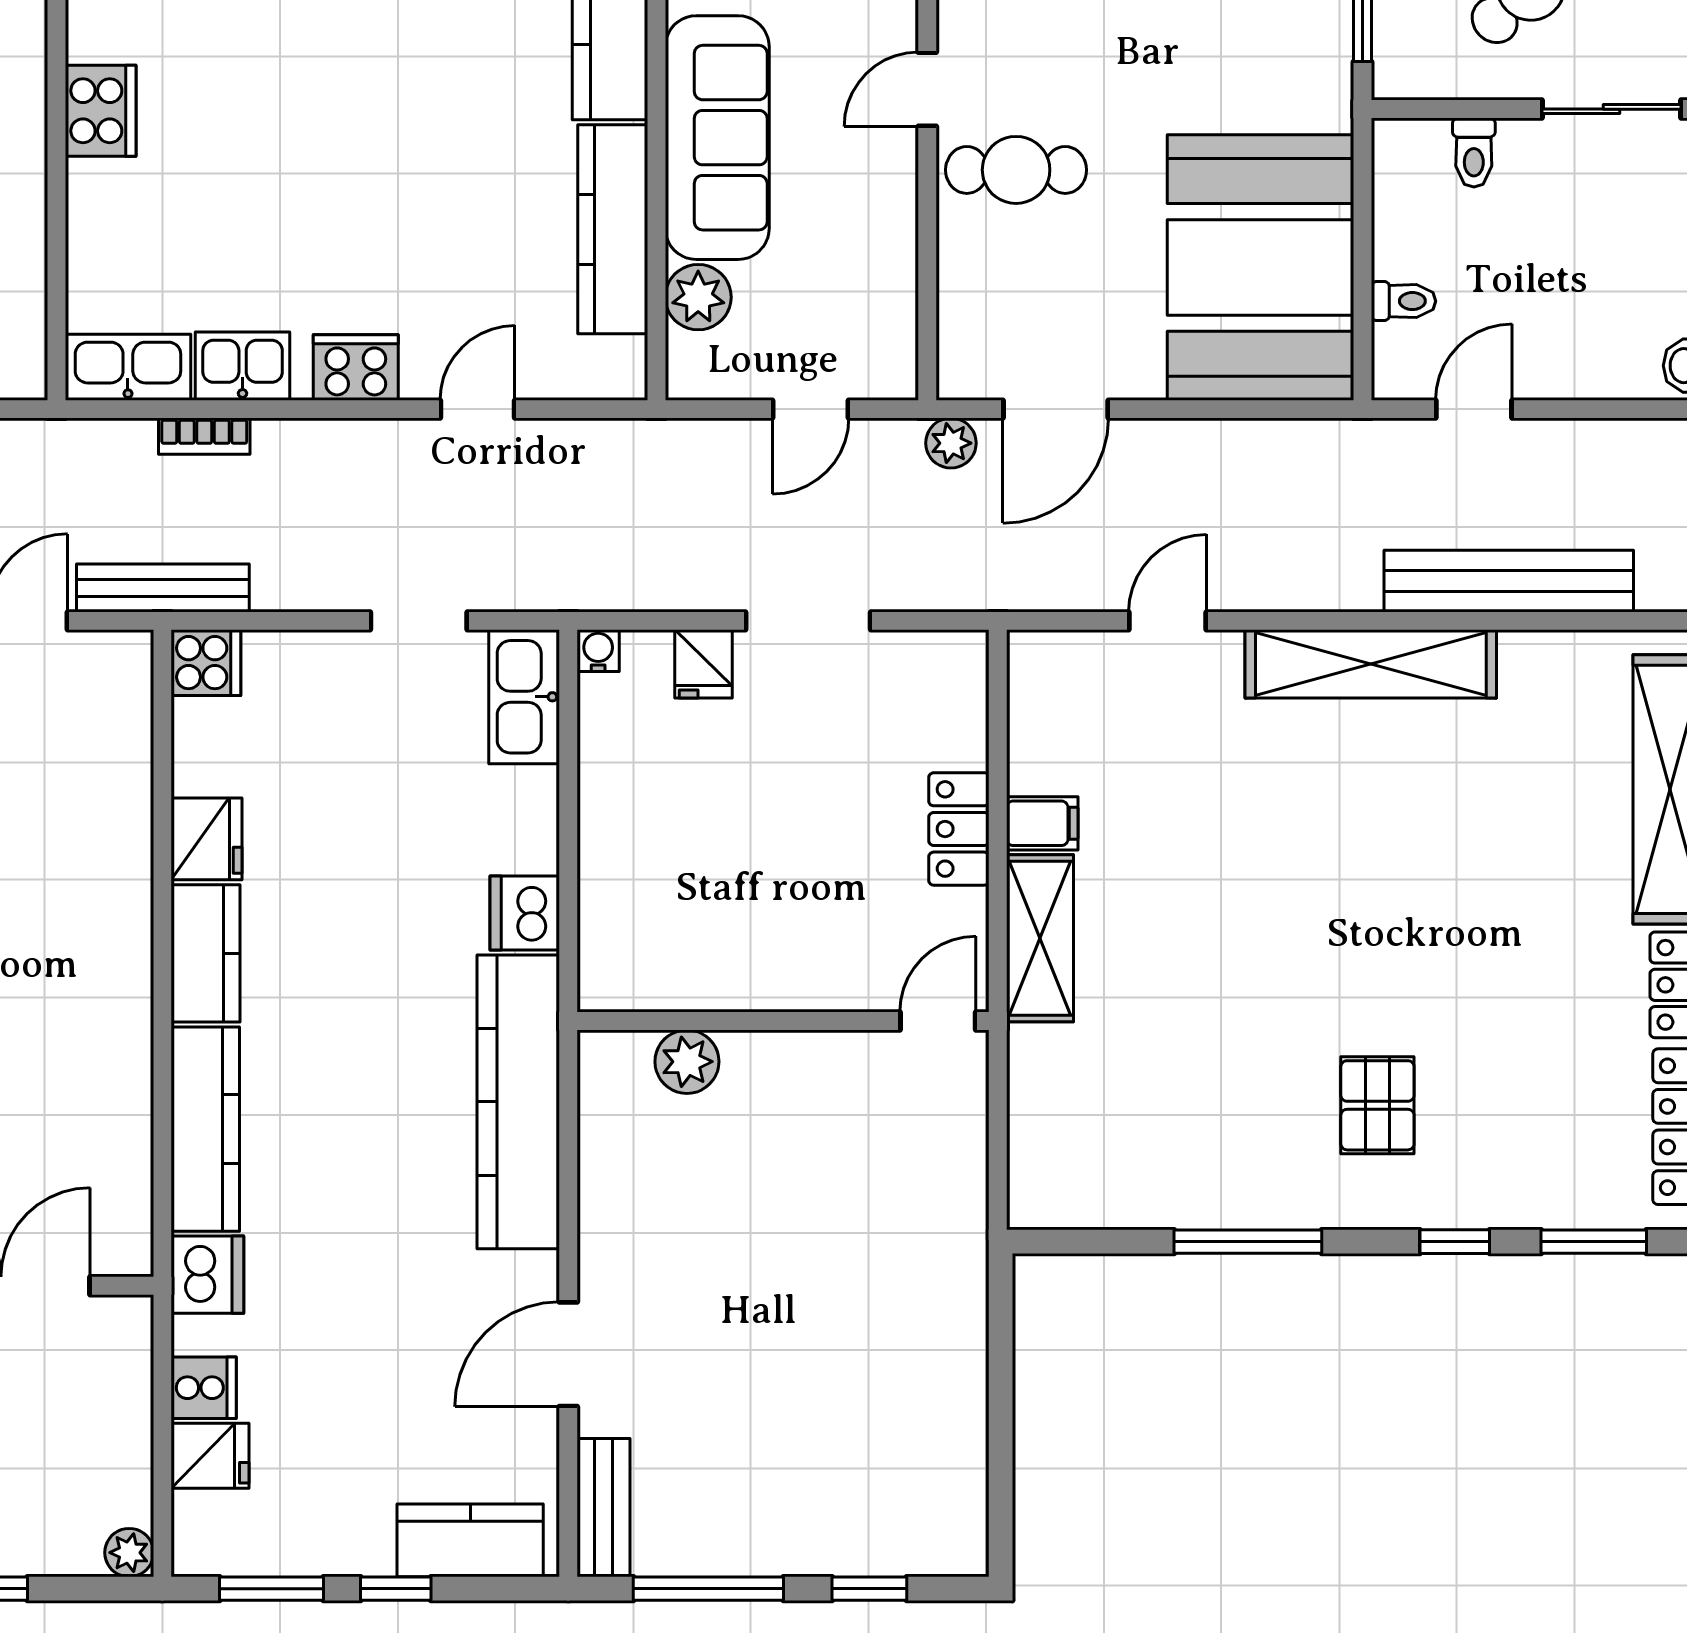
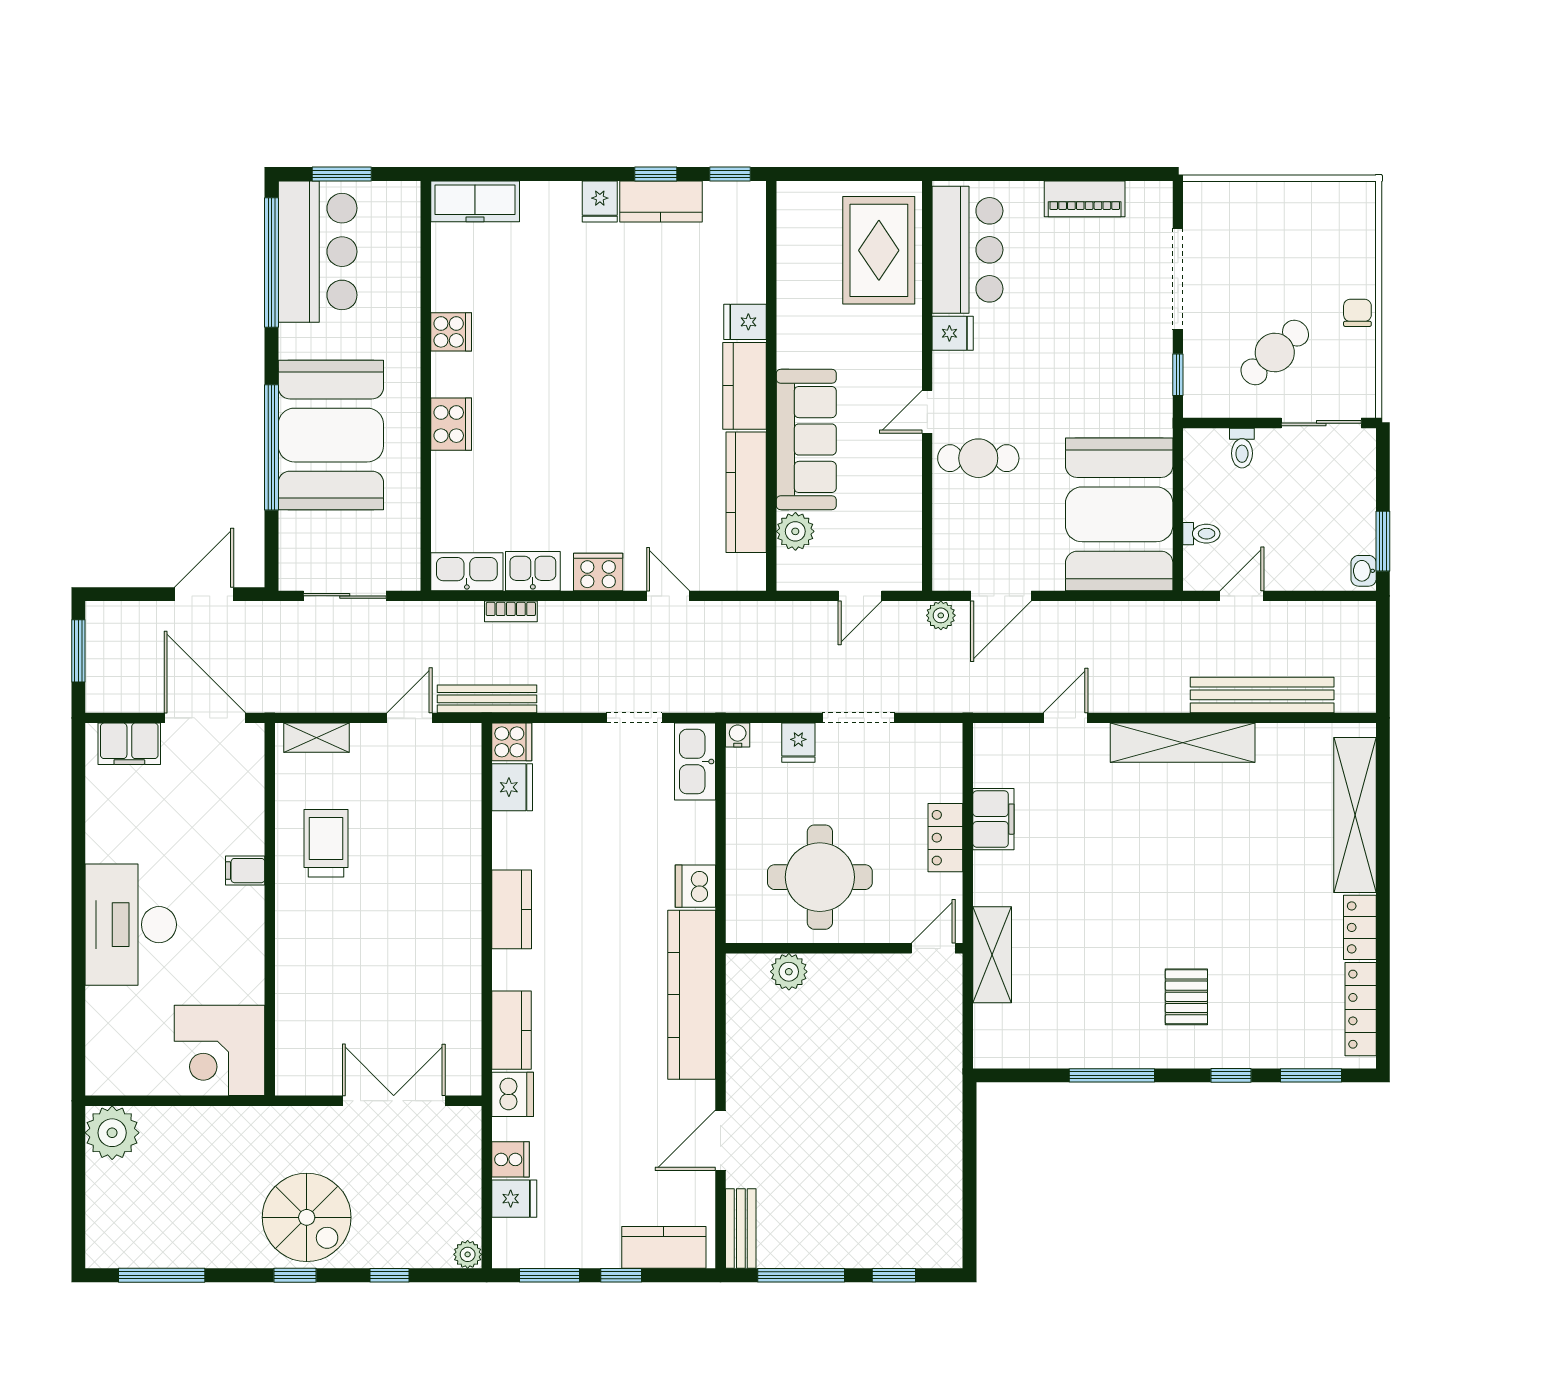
door: (477, 409) -> (668, 596), hinge flipped
filing cabinet: (1042, 823) -> (993, 819), width x2.00
fridge: (207, 839) -> (512, 787), moved
round table: (741, 897) -> (820, 877), added
shelving: (1040, 938) -> (992, 955), moved
kitchen counter: (205, 1129) -> (511, 1030), width x0.67

